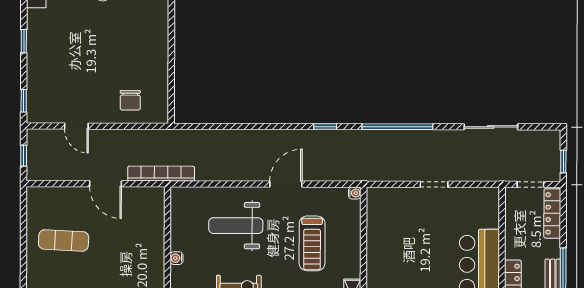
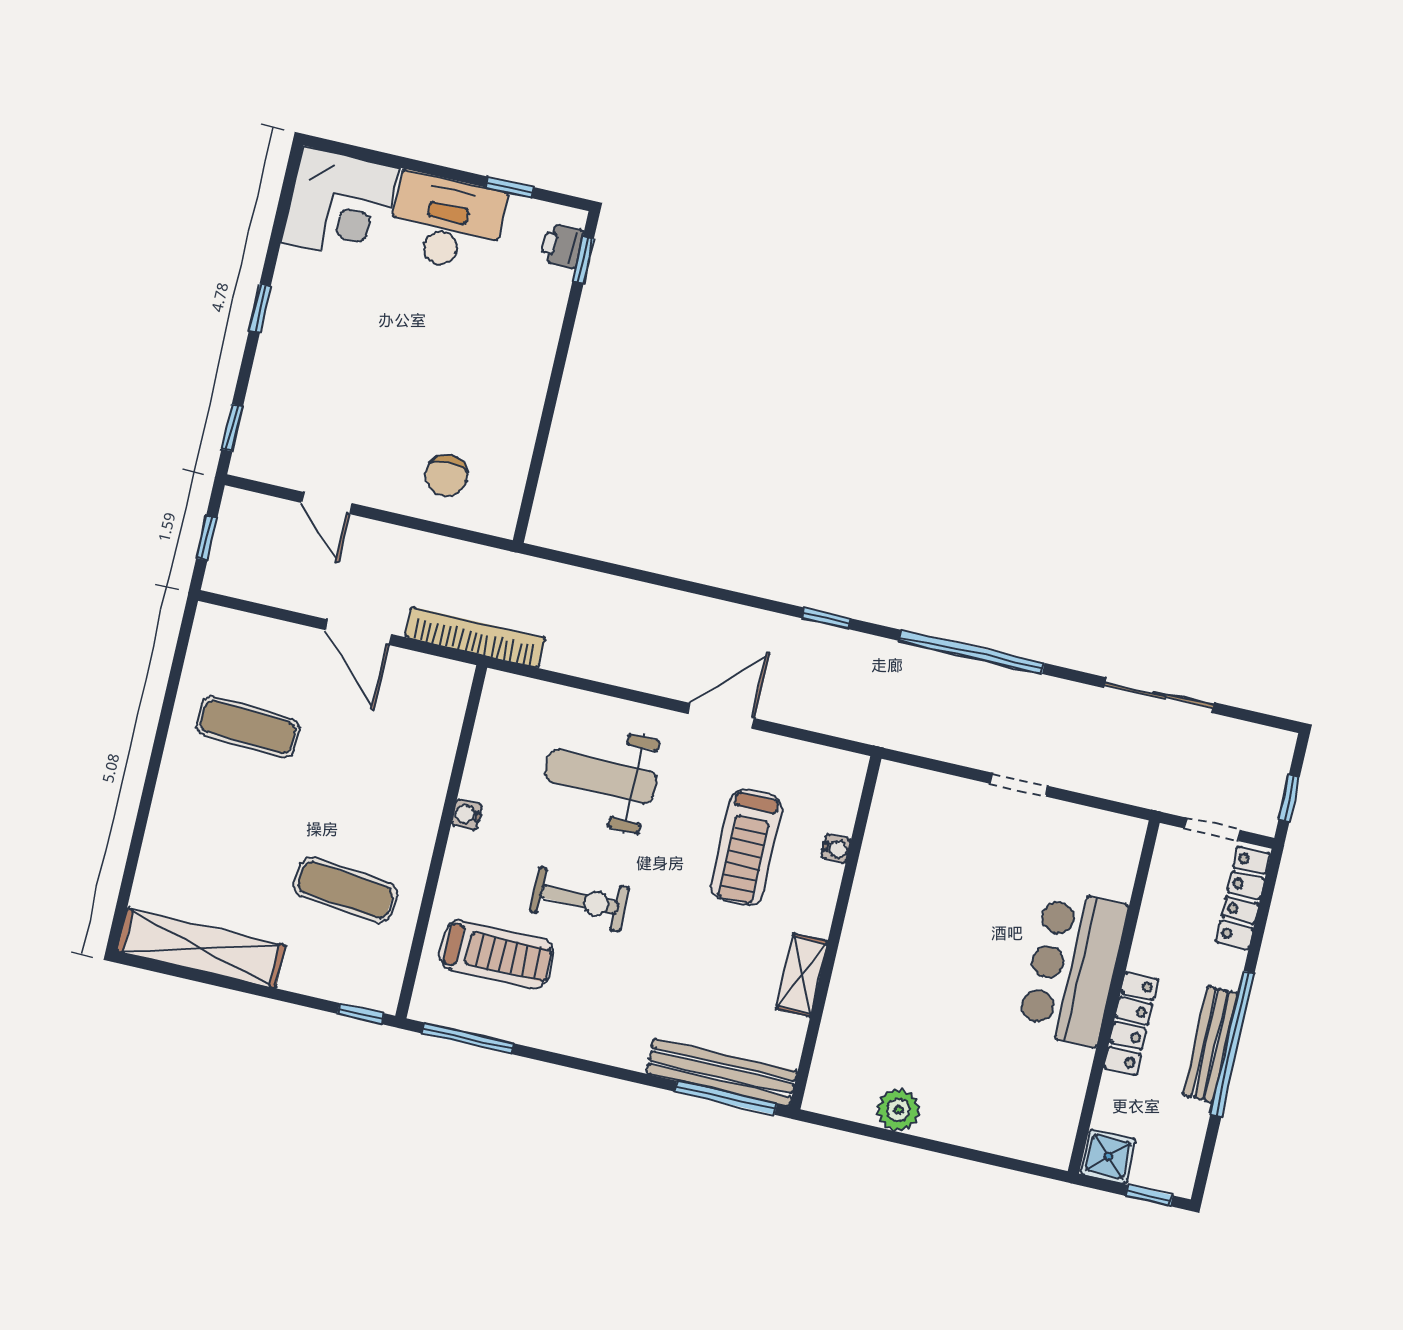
water cooler: (355, 193) -> (836, 849), moved

